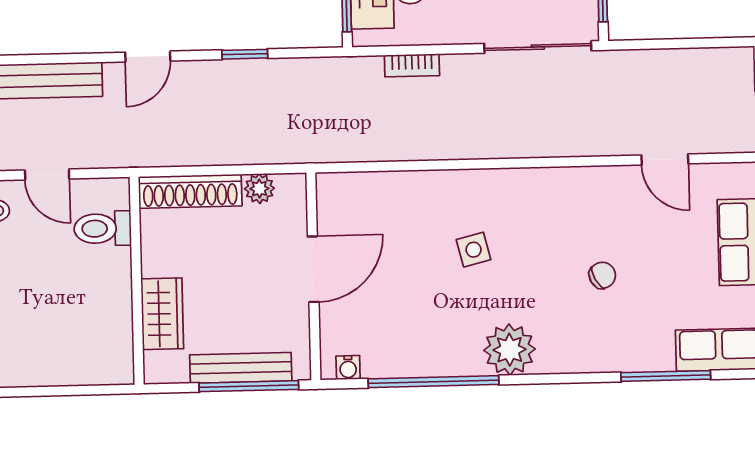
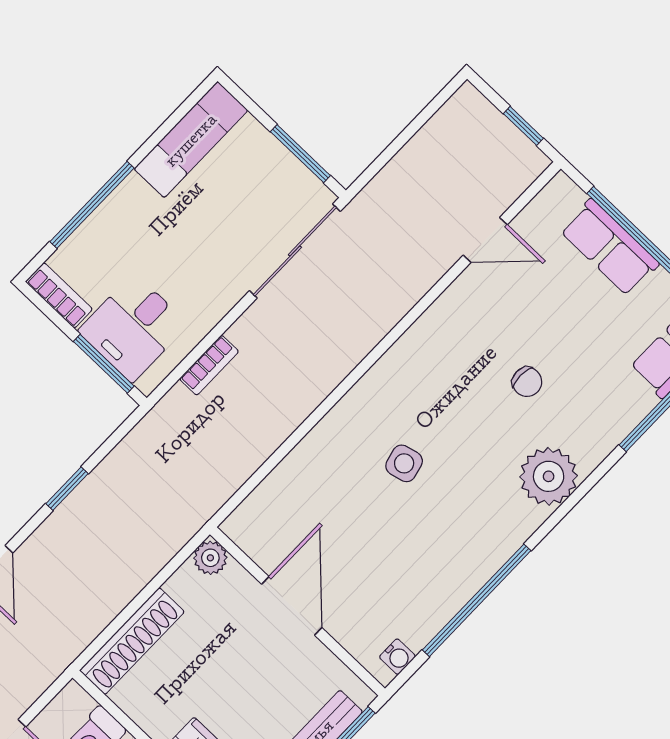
plant: (259, 189) -> (210, 558), moved
chair: (602, 275) -> (527, 382), turned 119
plant: (510, 350) -> (549, 476), moved

